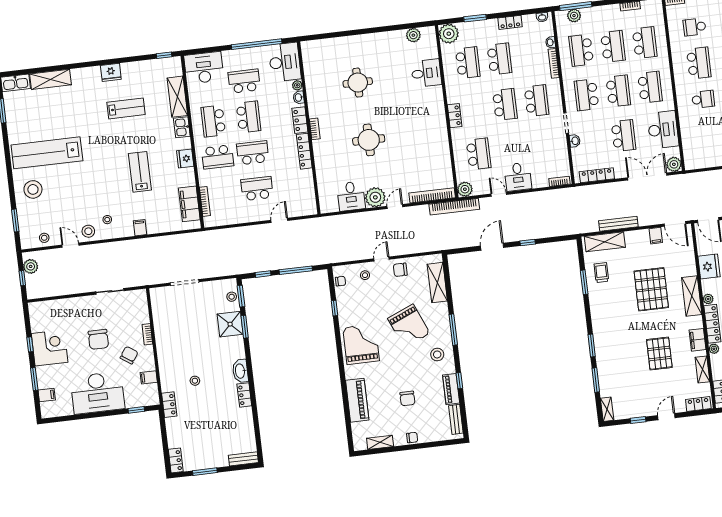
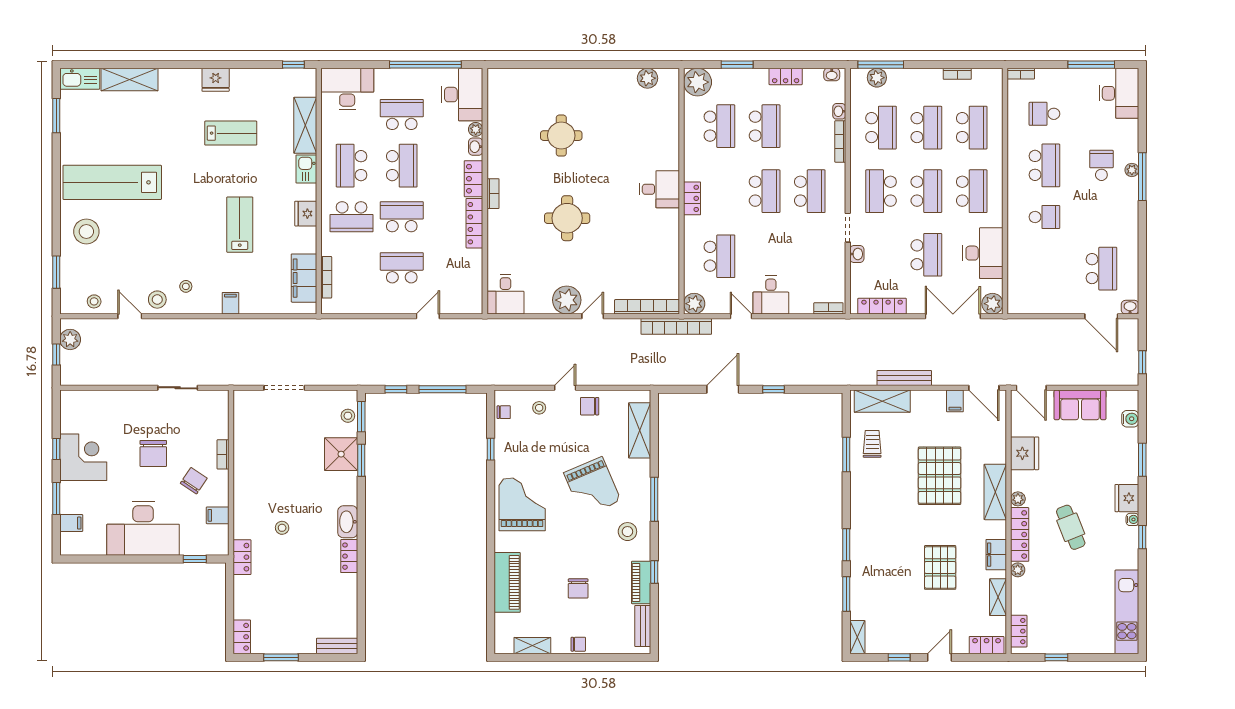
school desk: (581, 50) -> (881, 128), turned 180
desk: (426, 73) -> (659, 189), moved
desk: (351, 196) -> (505, 294), moved

